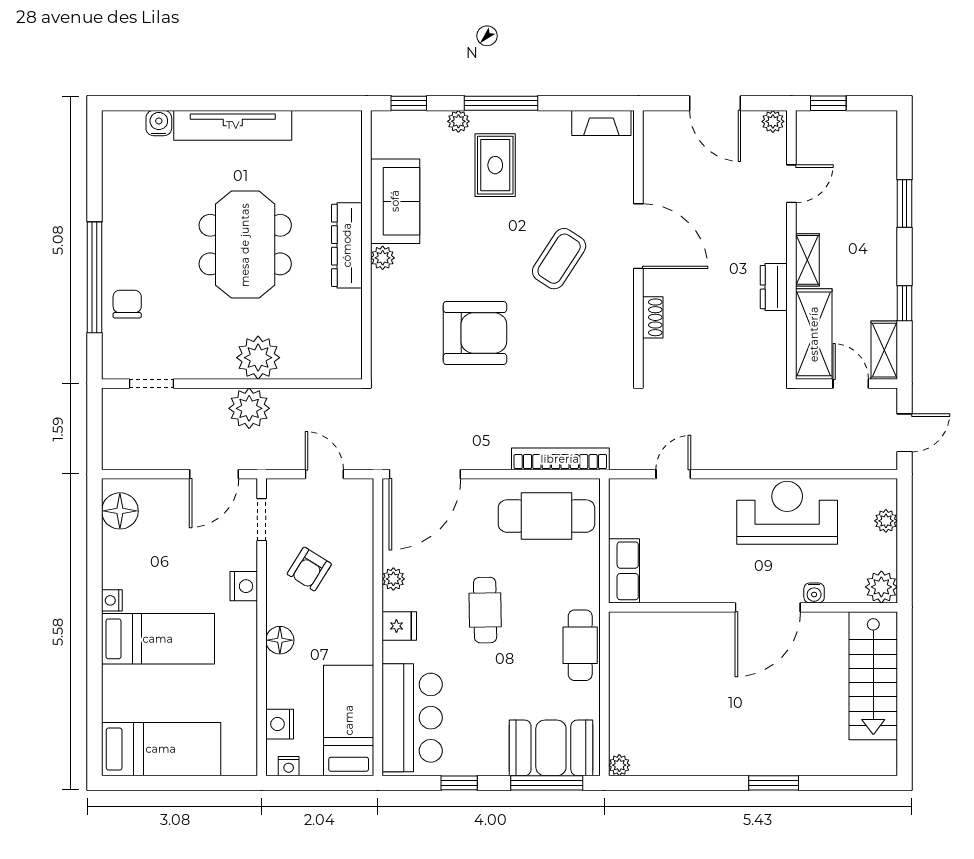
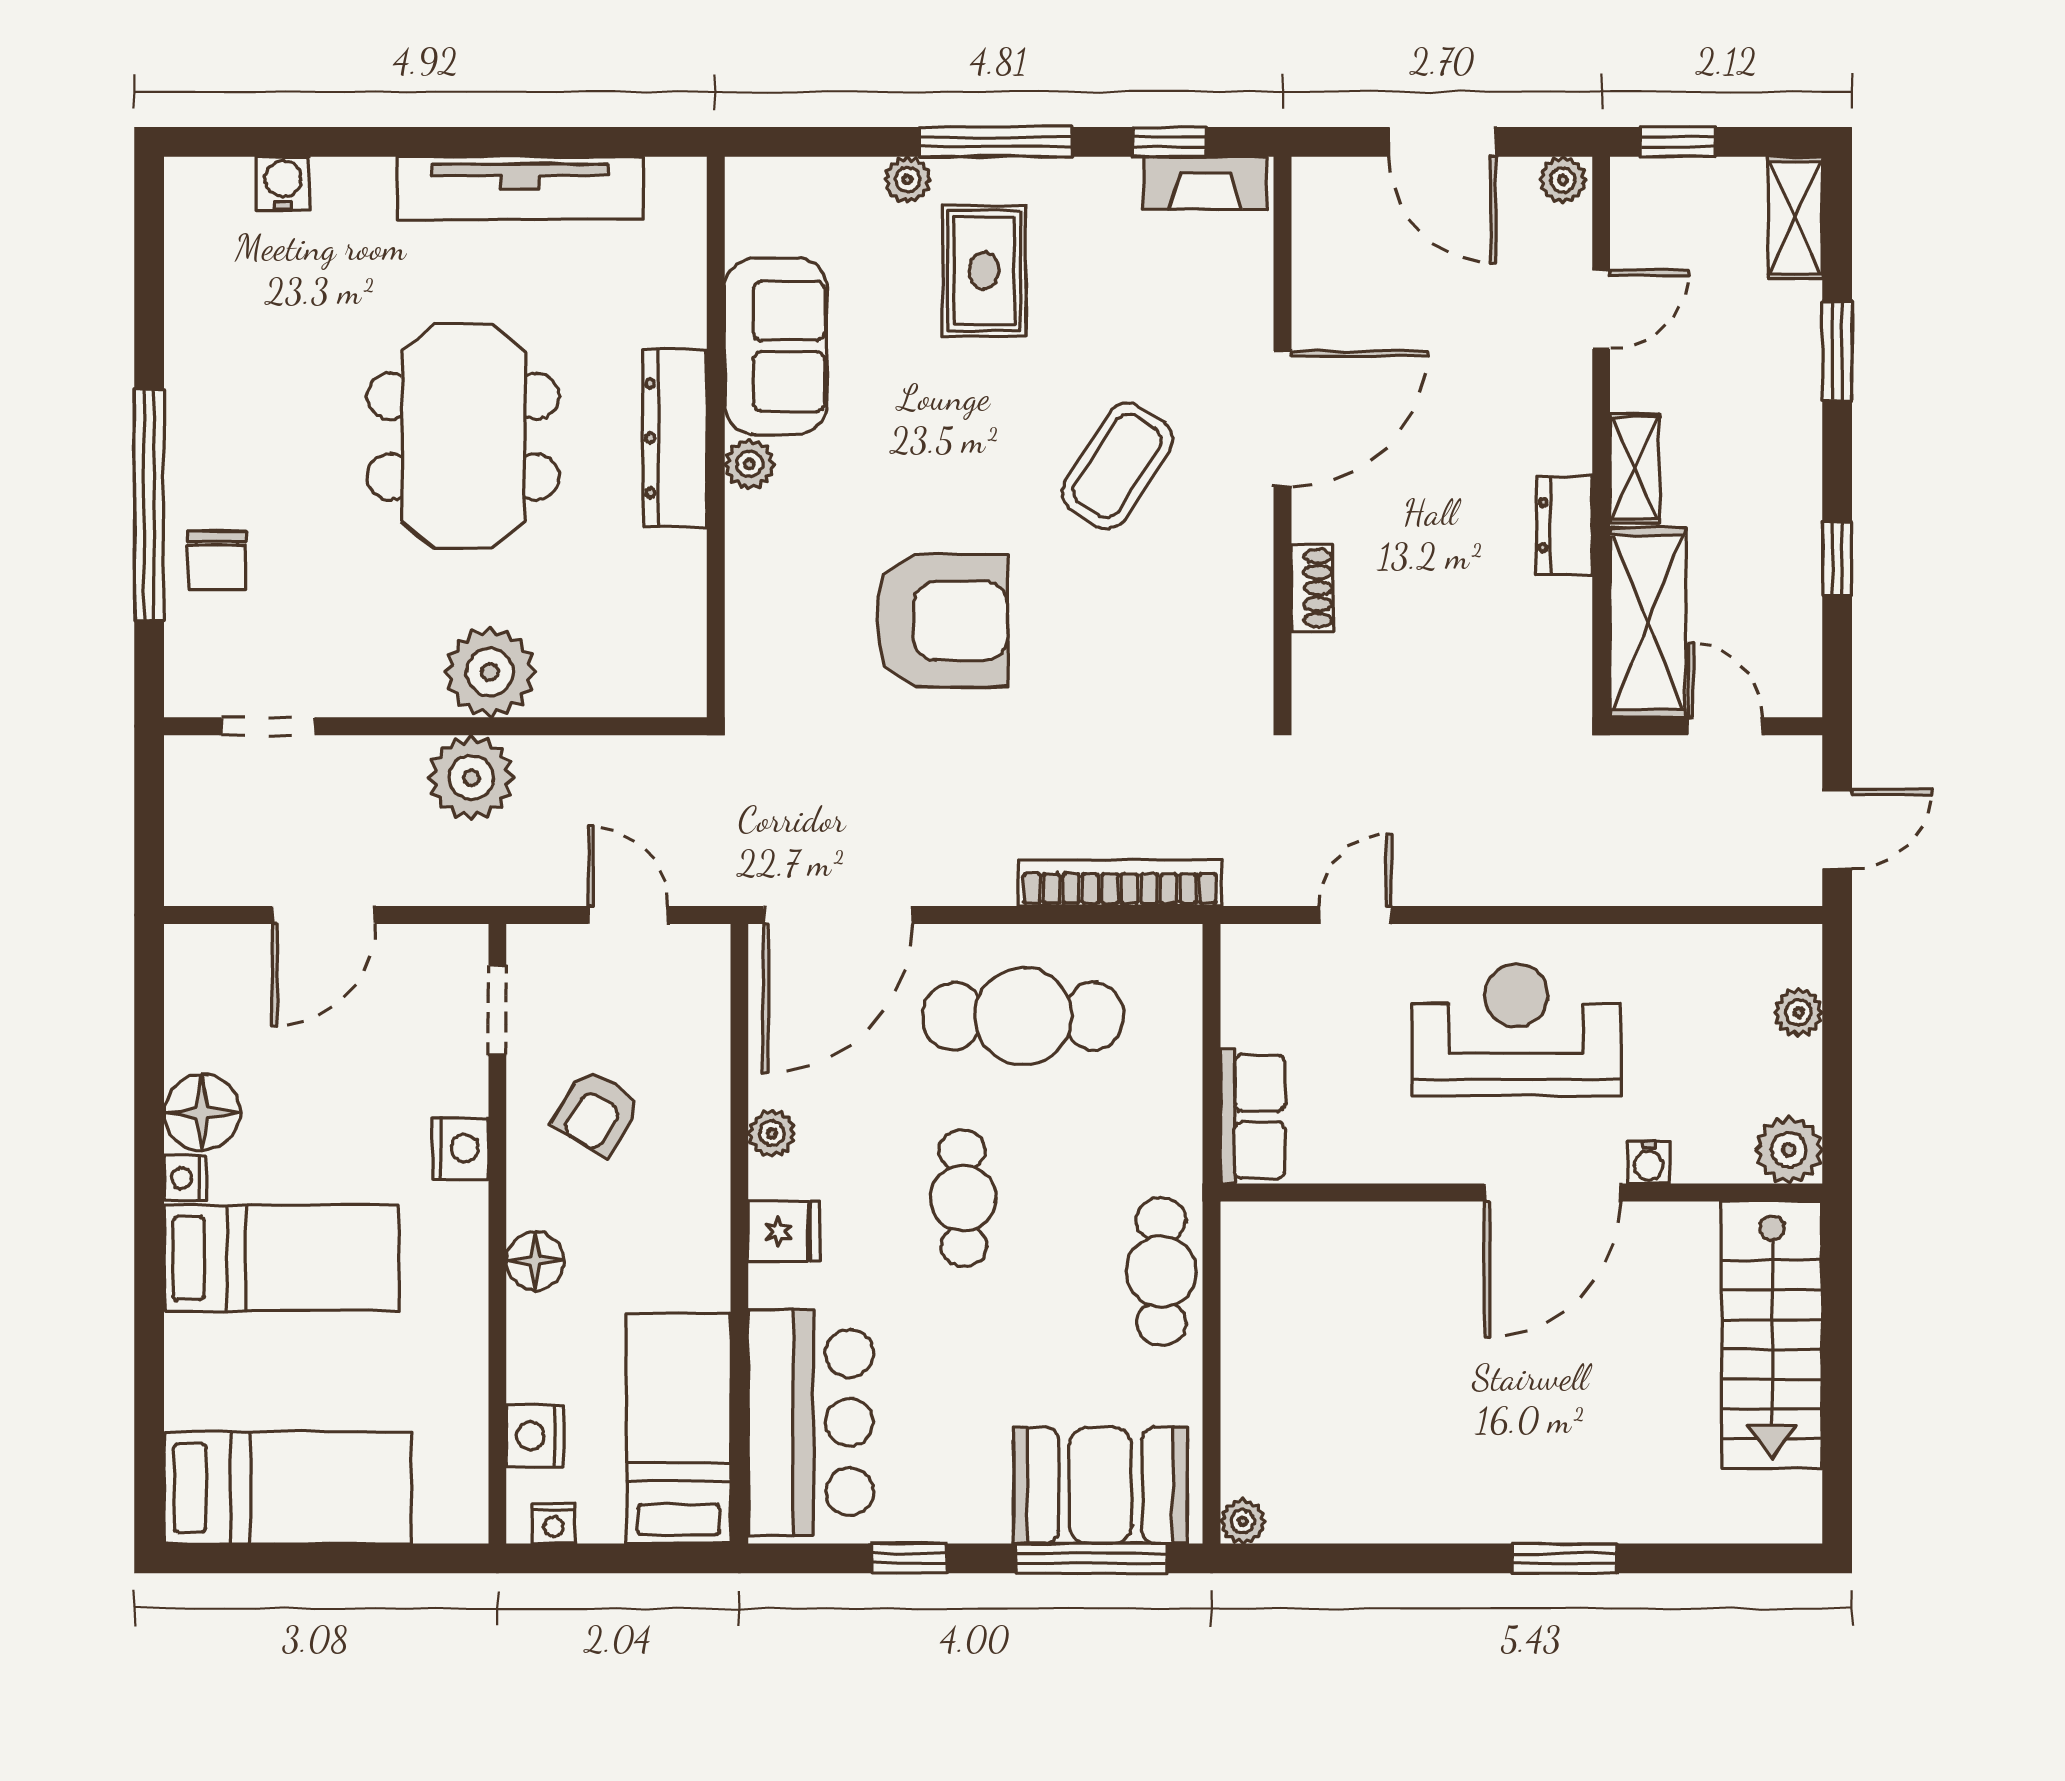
window: (409, 103) -> (1169, 142), moved
tv unit: (233, 125) -> (520, 188), moved
door: (638, 236) -> (1282, 419), hinge flipped
chair: (127, 304) -> (217, 561), turned 180
shelving: (884, 350) -> (1795, 217), moved
door: (214, 474) -> (323, 915), moved
floor lamp: (120, 511) -> (202, 1113), moved
reception desk: (787, 513) -> (1516, 1030), moved
cafe table: (546, 516) -> (1023, 1016), moved

